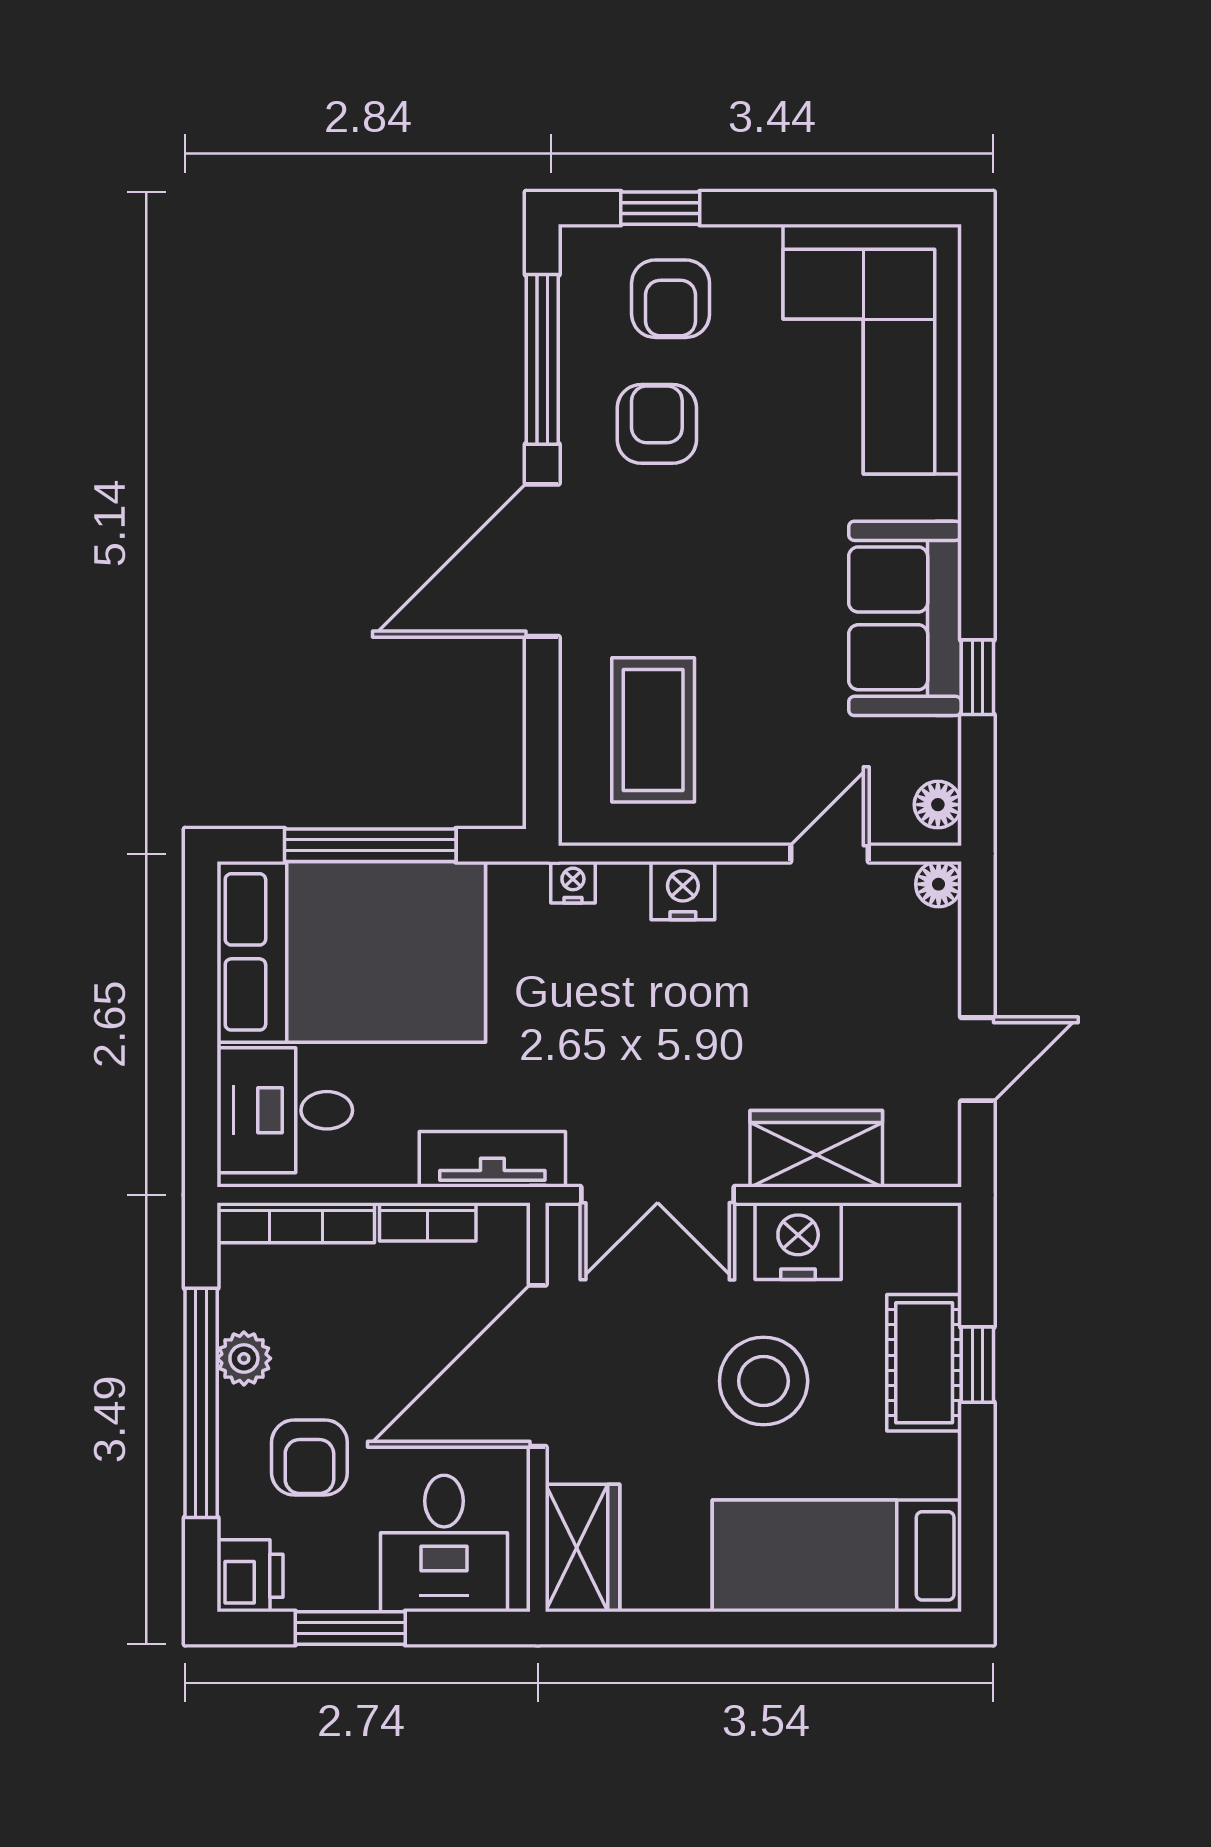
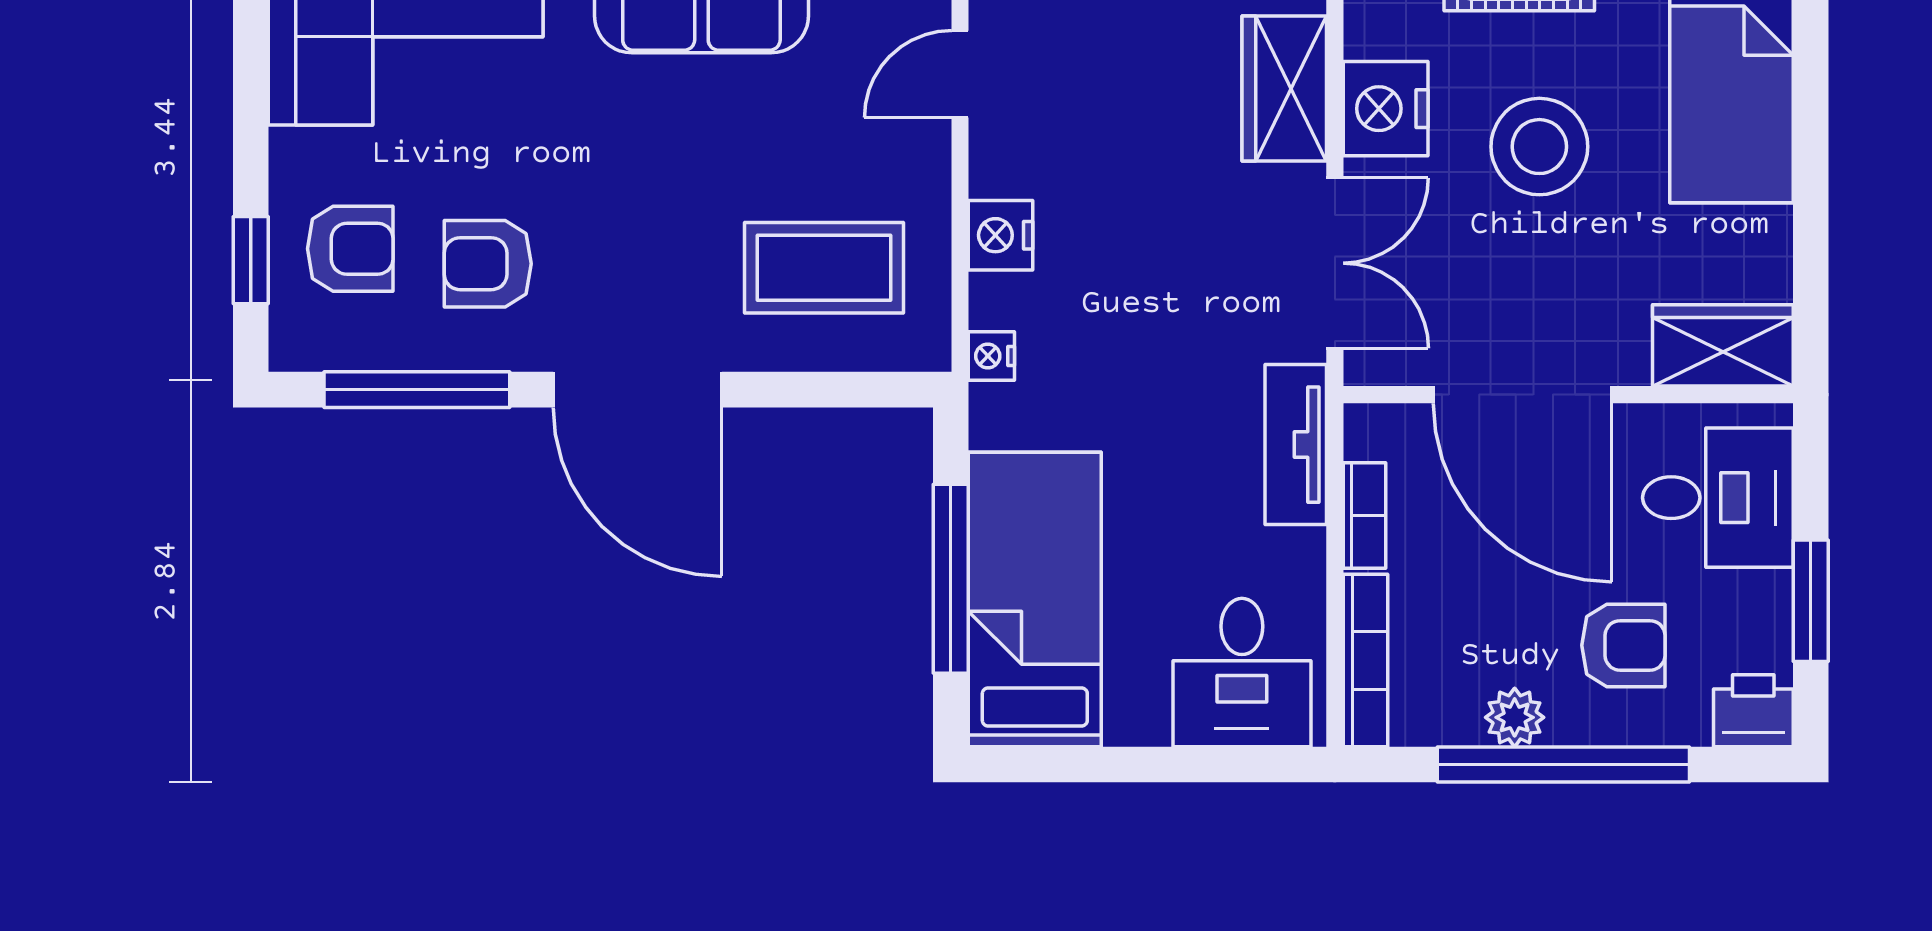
door: (829, 854) -> (960, 74), hinge flipped
bed: (351, 952) -> (1035, 599), width x0.67

